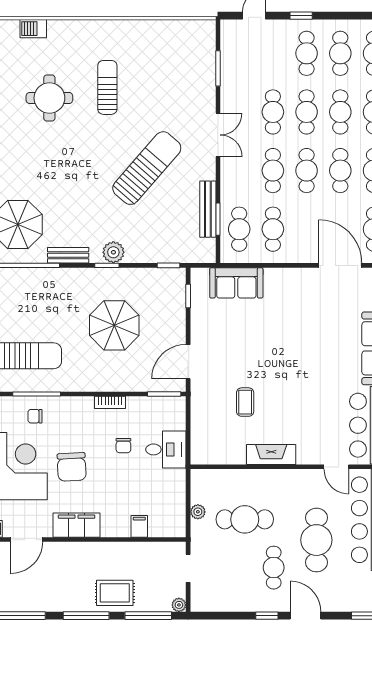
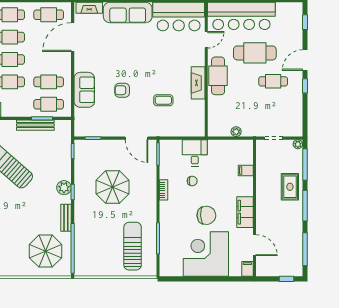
sofa: (236, 283) -> (84, 90), moved
armchair: (260, 340) -> (122, 90), added
chair: (35, 416) -> (173, 240), removed
cafe table: (245, 519) -> (218, 76), moved

